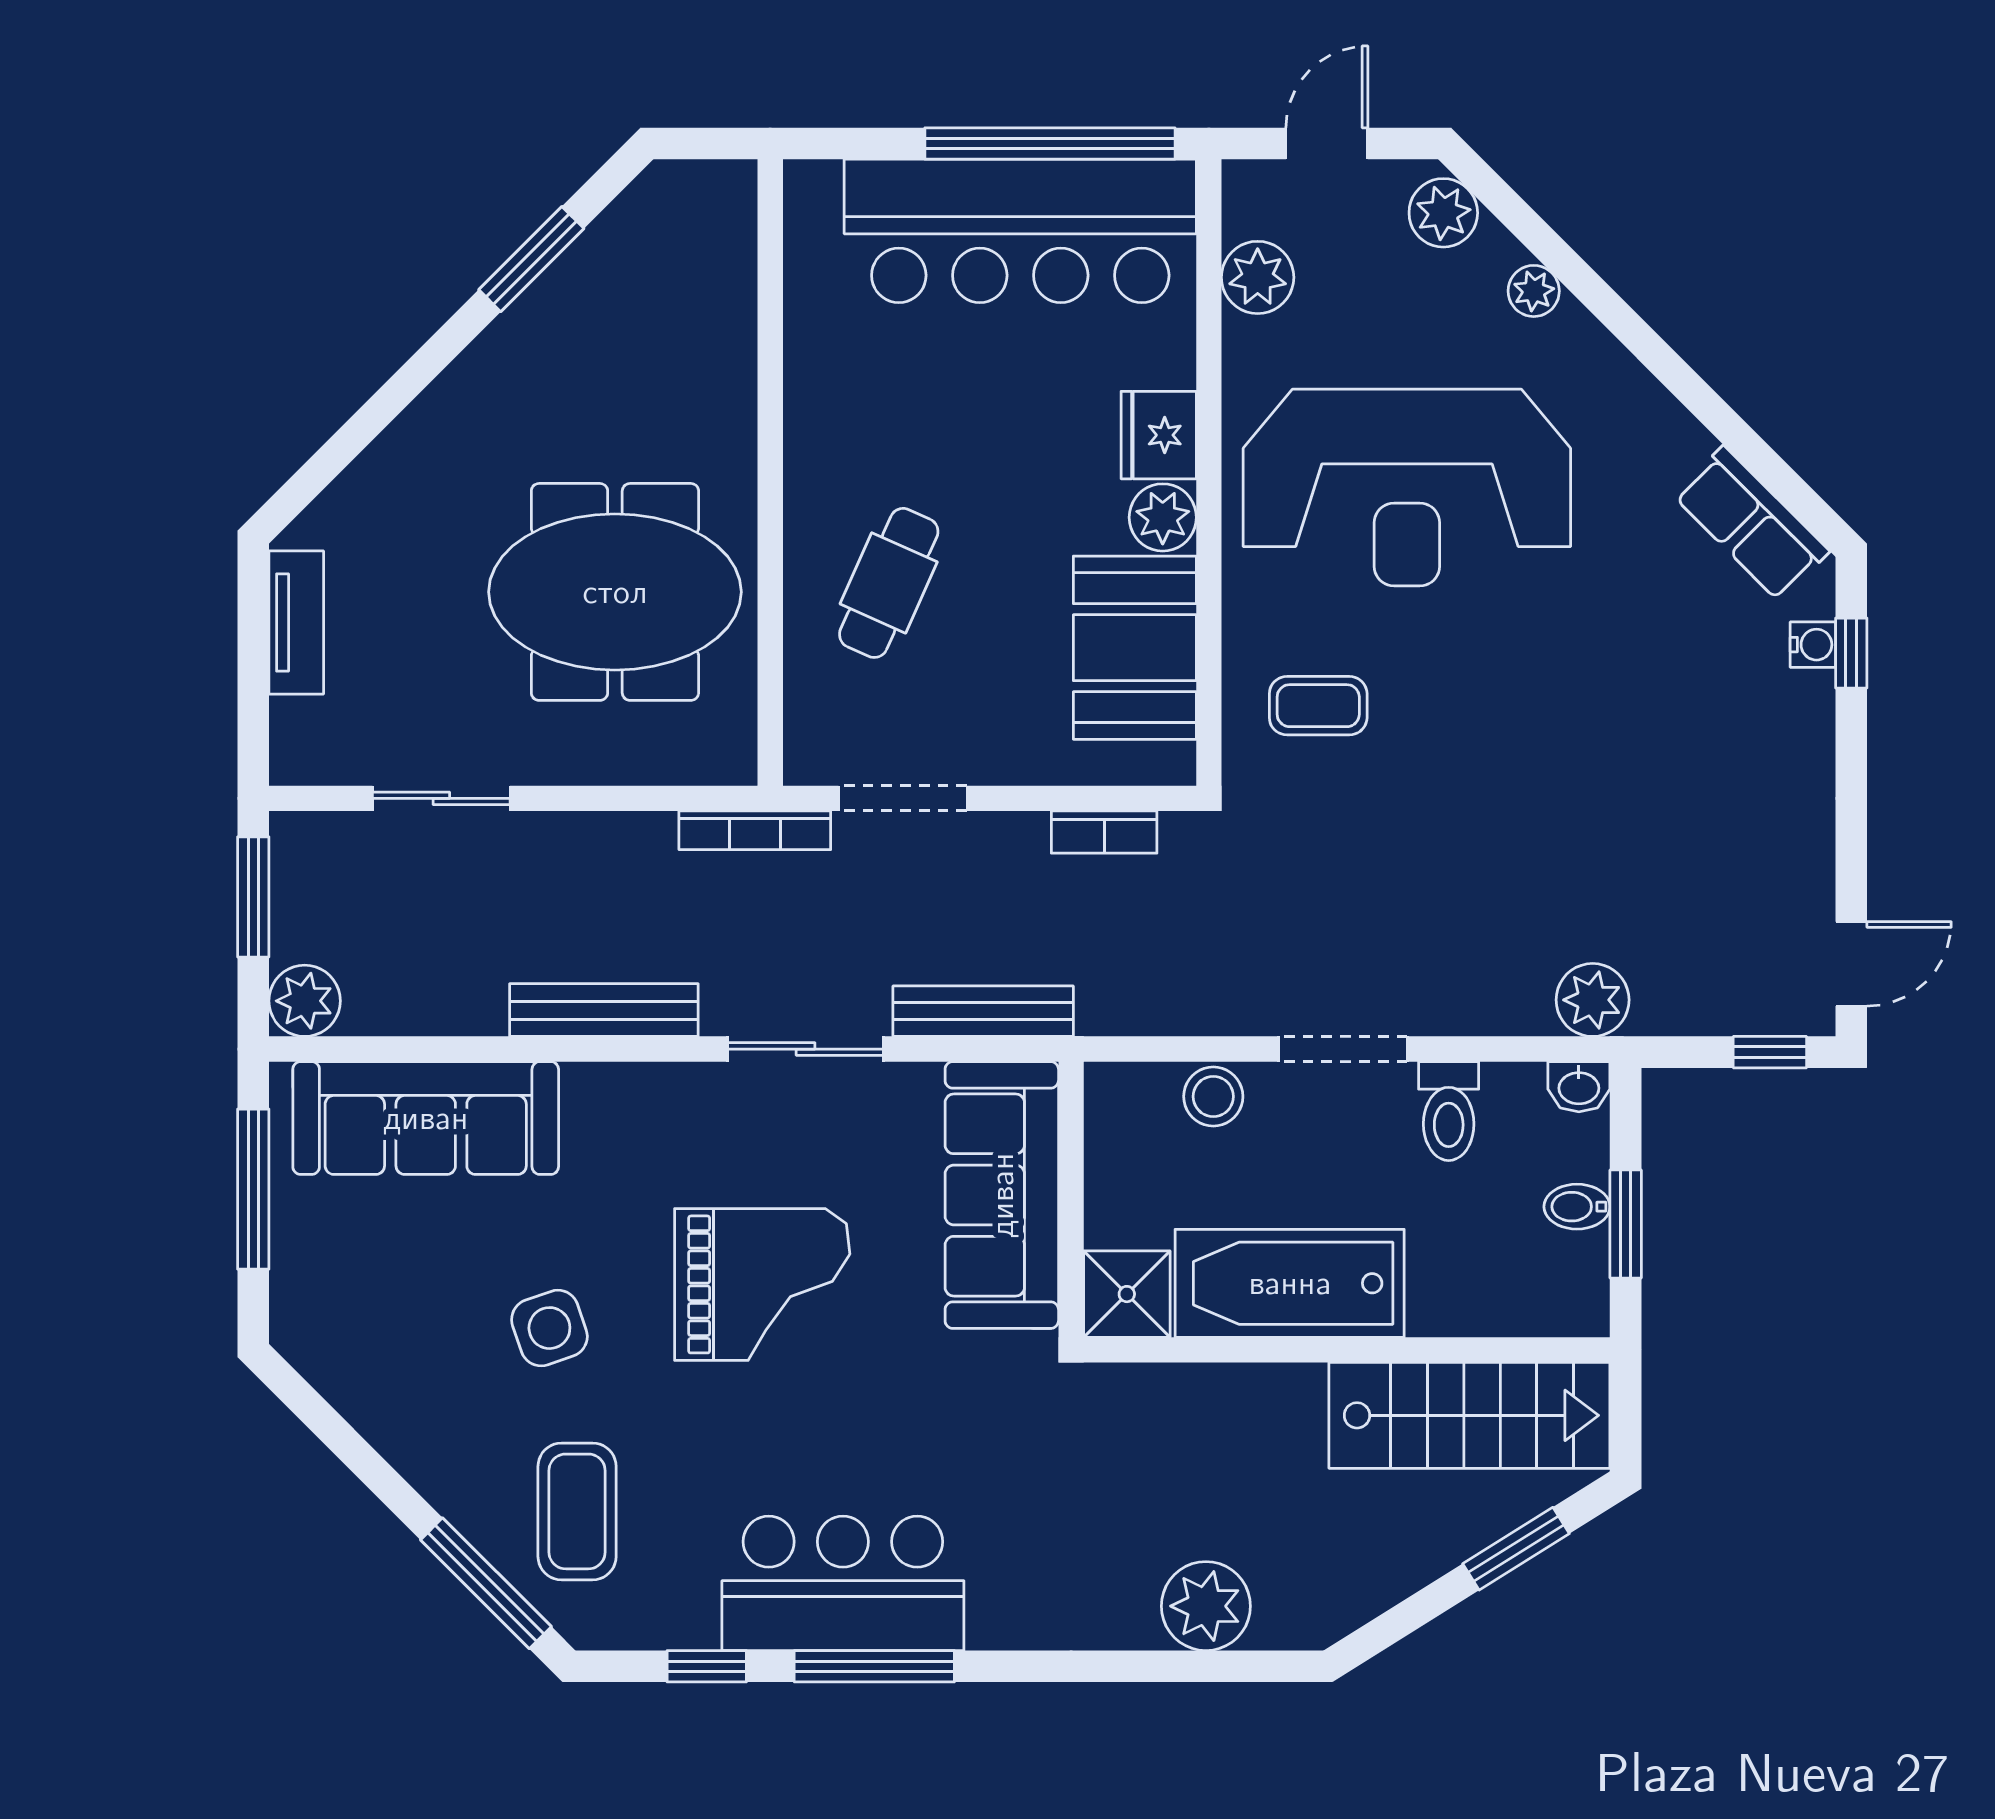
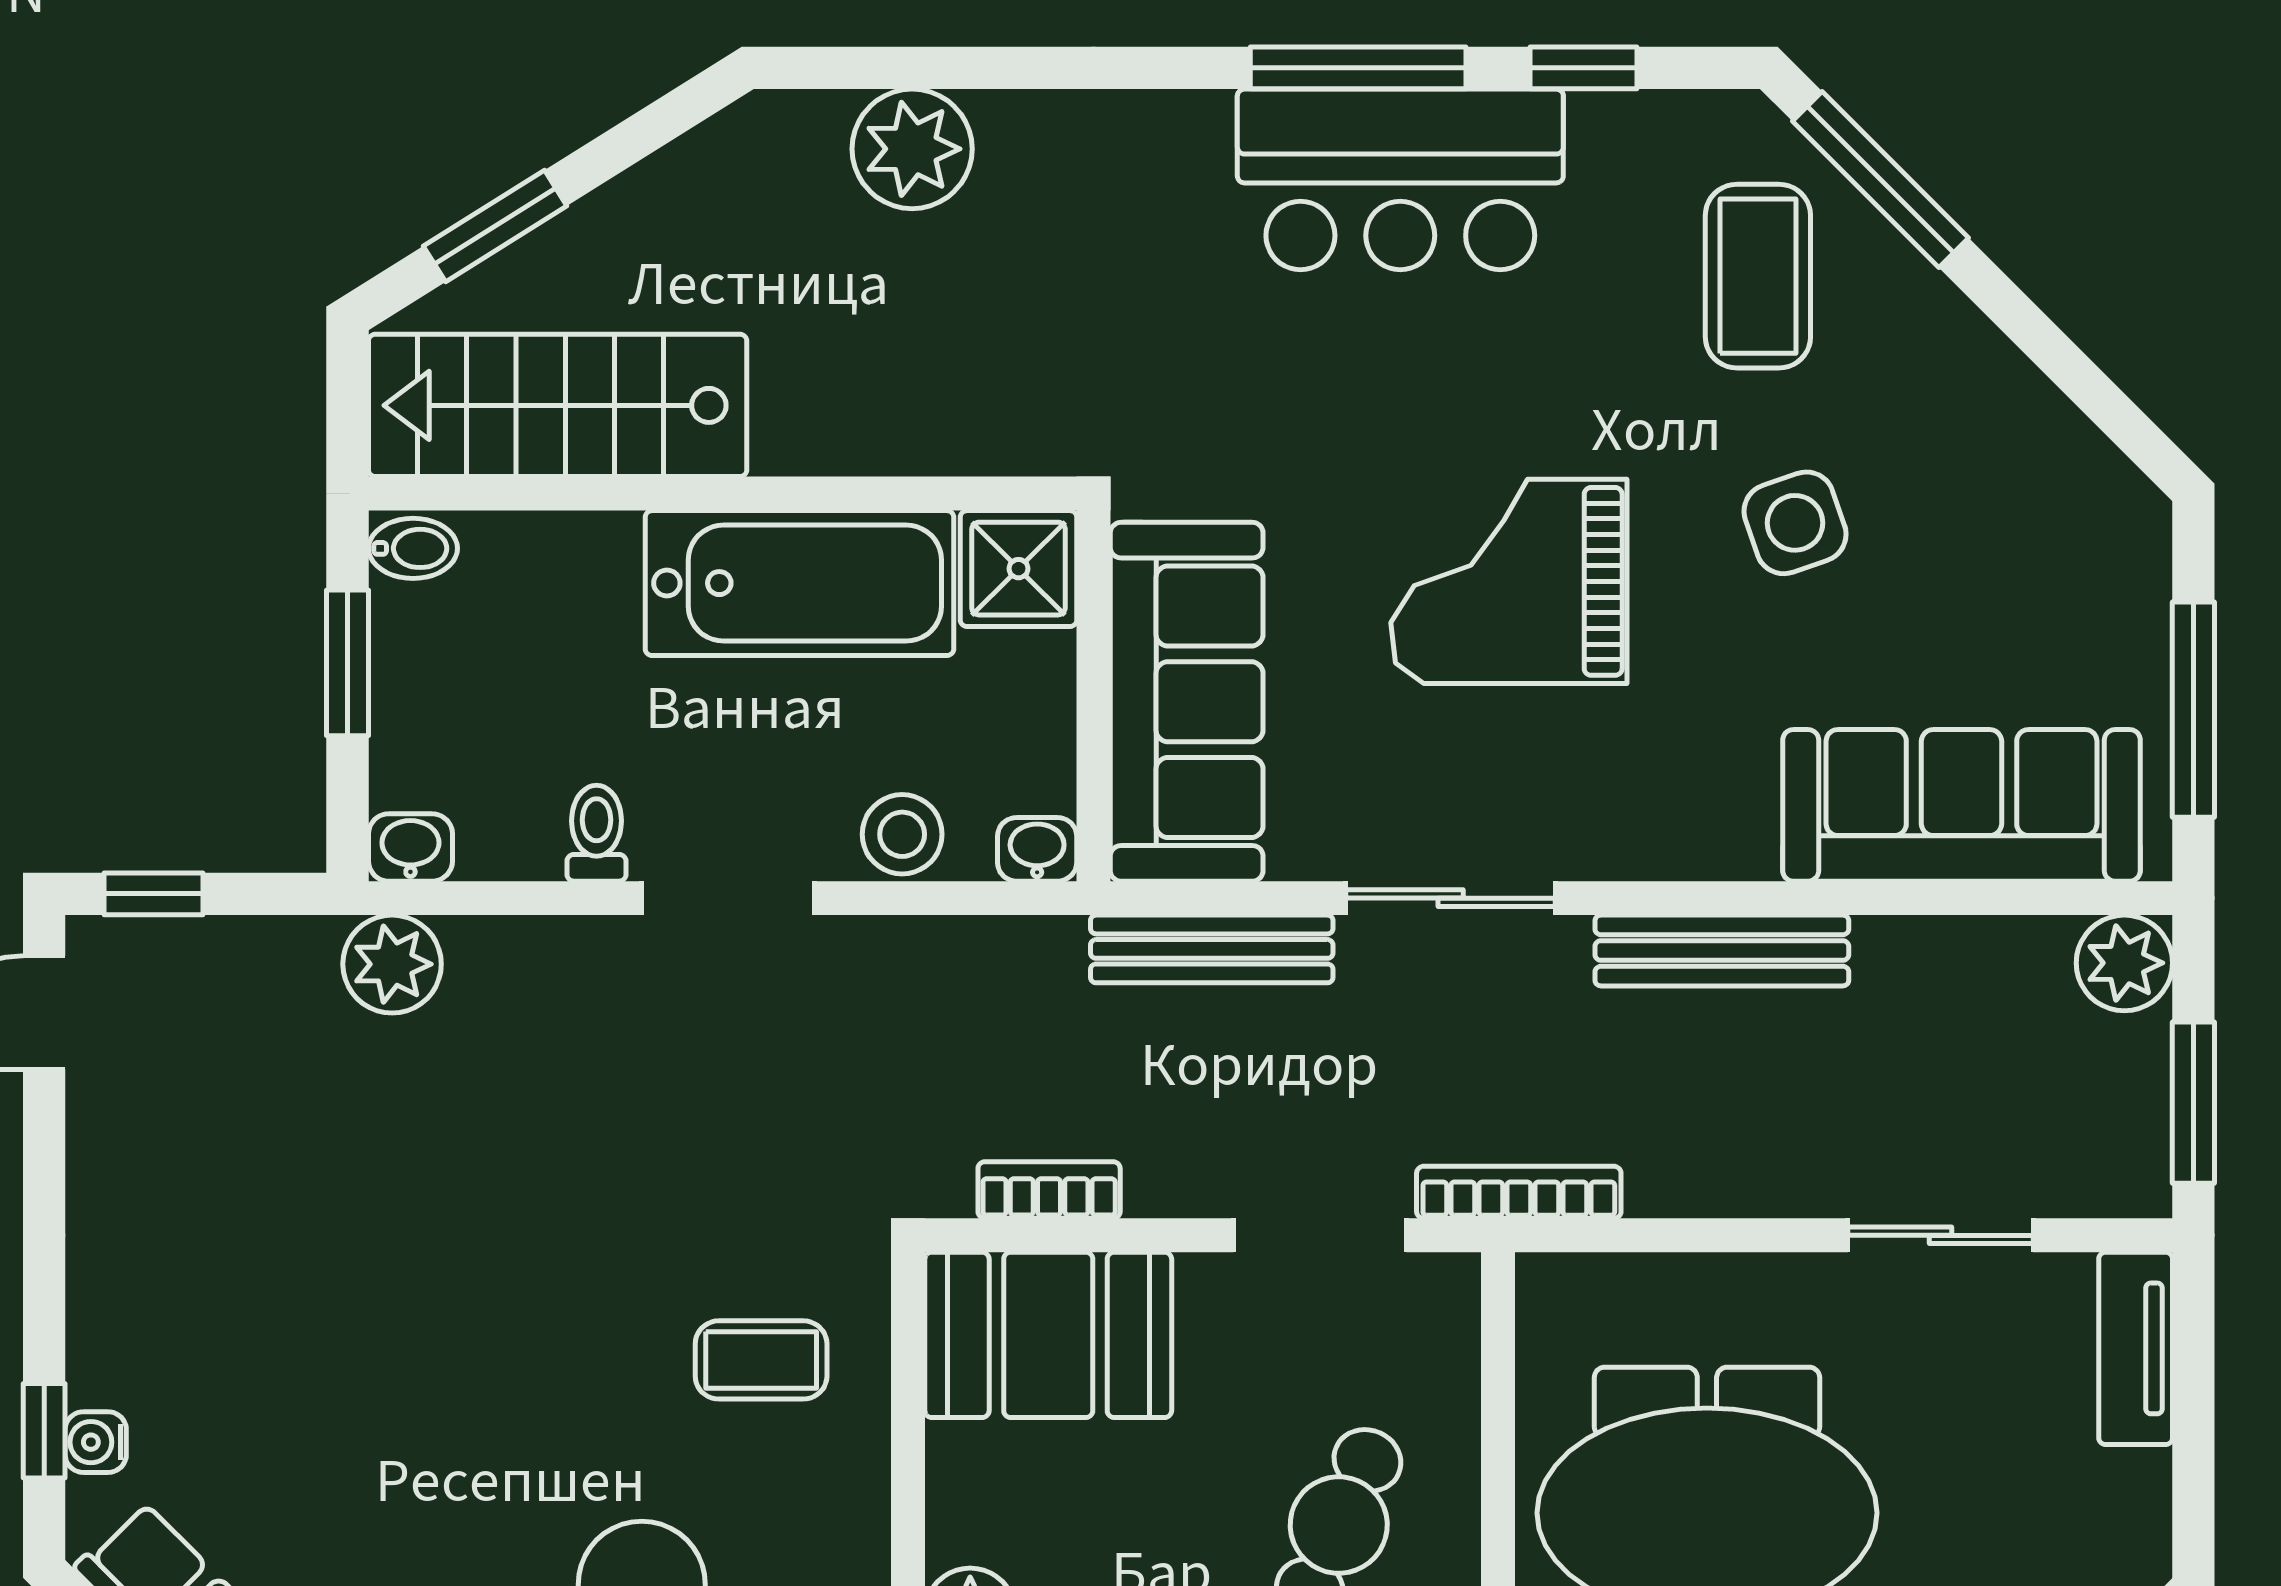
tv unit: (296, 622) -> (2136, 1348), moved
booth: (1135, 648) -> (1048, 1335), moved, turned 90
washbasin: (1113, 1085) -> (1037, 849), added
toilet: (1449, 1111) -> (596, 833), width x0.73, depth x0.72
bidet: (1577, 1207) -> (413, 548), moved

